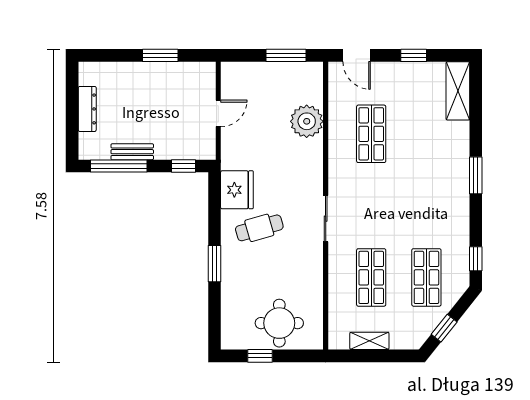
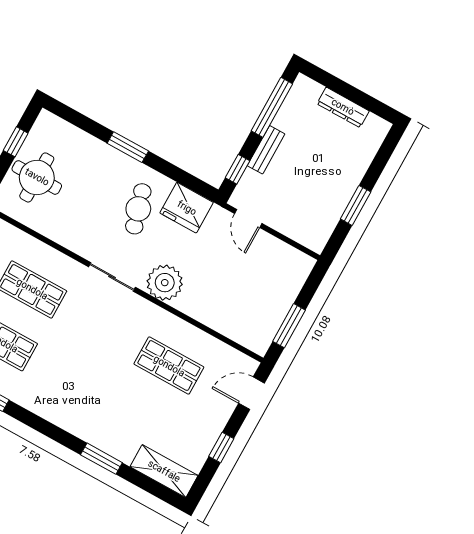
door: (218, 113) -> (248, 218), moved
plant: (307, 121) -> (165, 283), moved
bench: (132, 152) -> (266, 150), moved
window: (476, 175) -> (101, 459), moved

